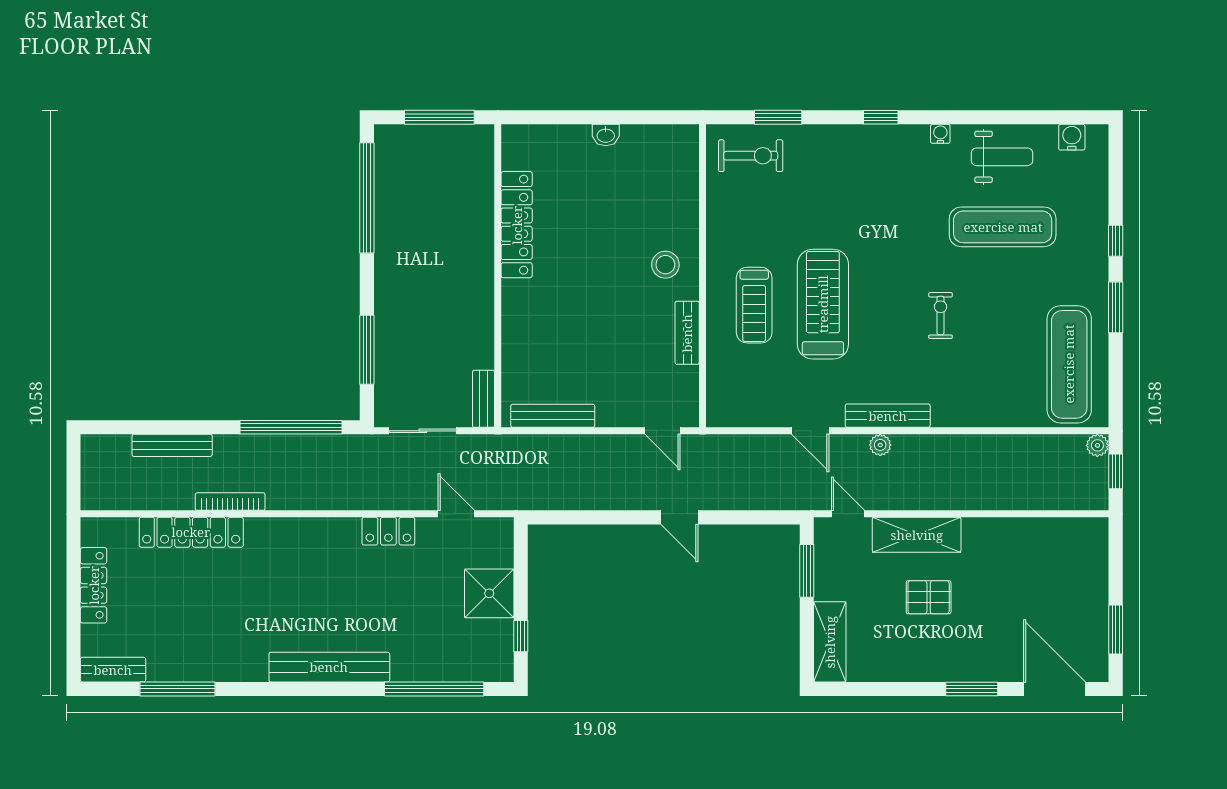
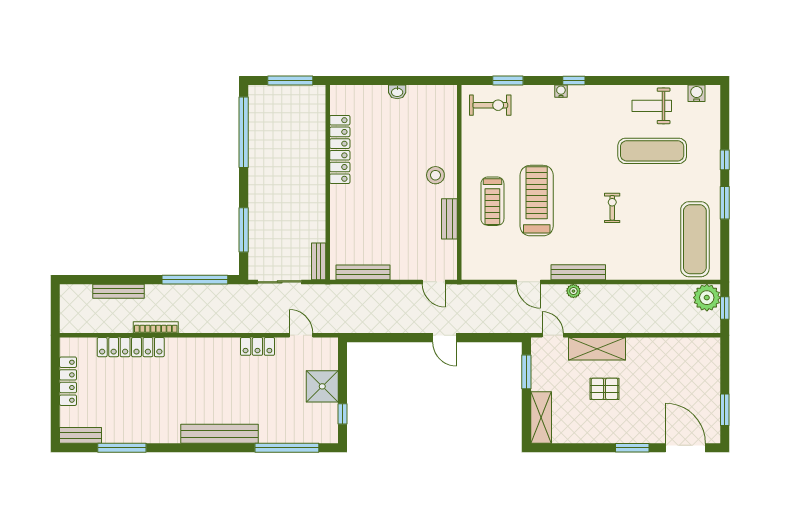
water cooler: (940, 134) -> (561, 91), moved
weight bench: (1002, 157) -> (652, 106), turned 180
plant: (1097, 445) -> (707, 298), width x1.88, depth x1.88

